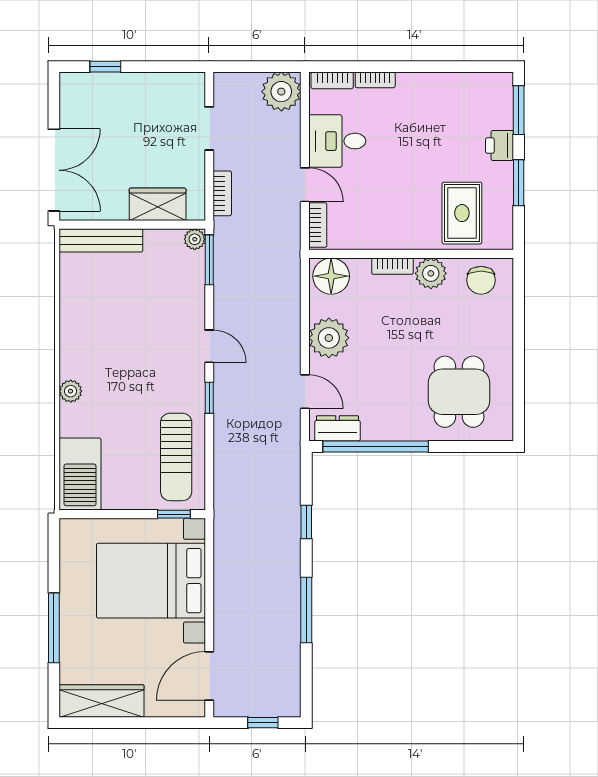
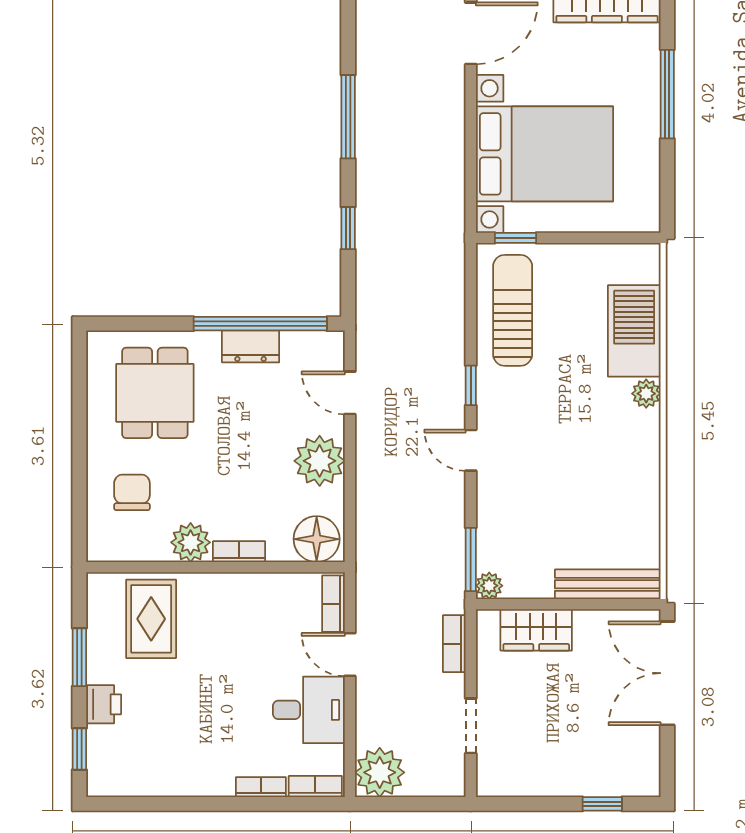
window: (519, 110) -> (79, 749), width x0.67
chair: (481, 280) -> (132, 492), moved
dresser: (338, 428) -> (251, 346), moved
barbecue: (80, 474) -> (634, 331), moved

